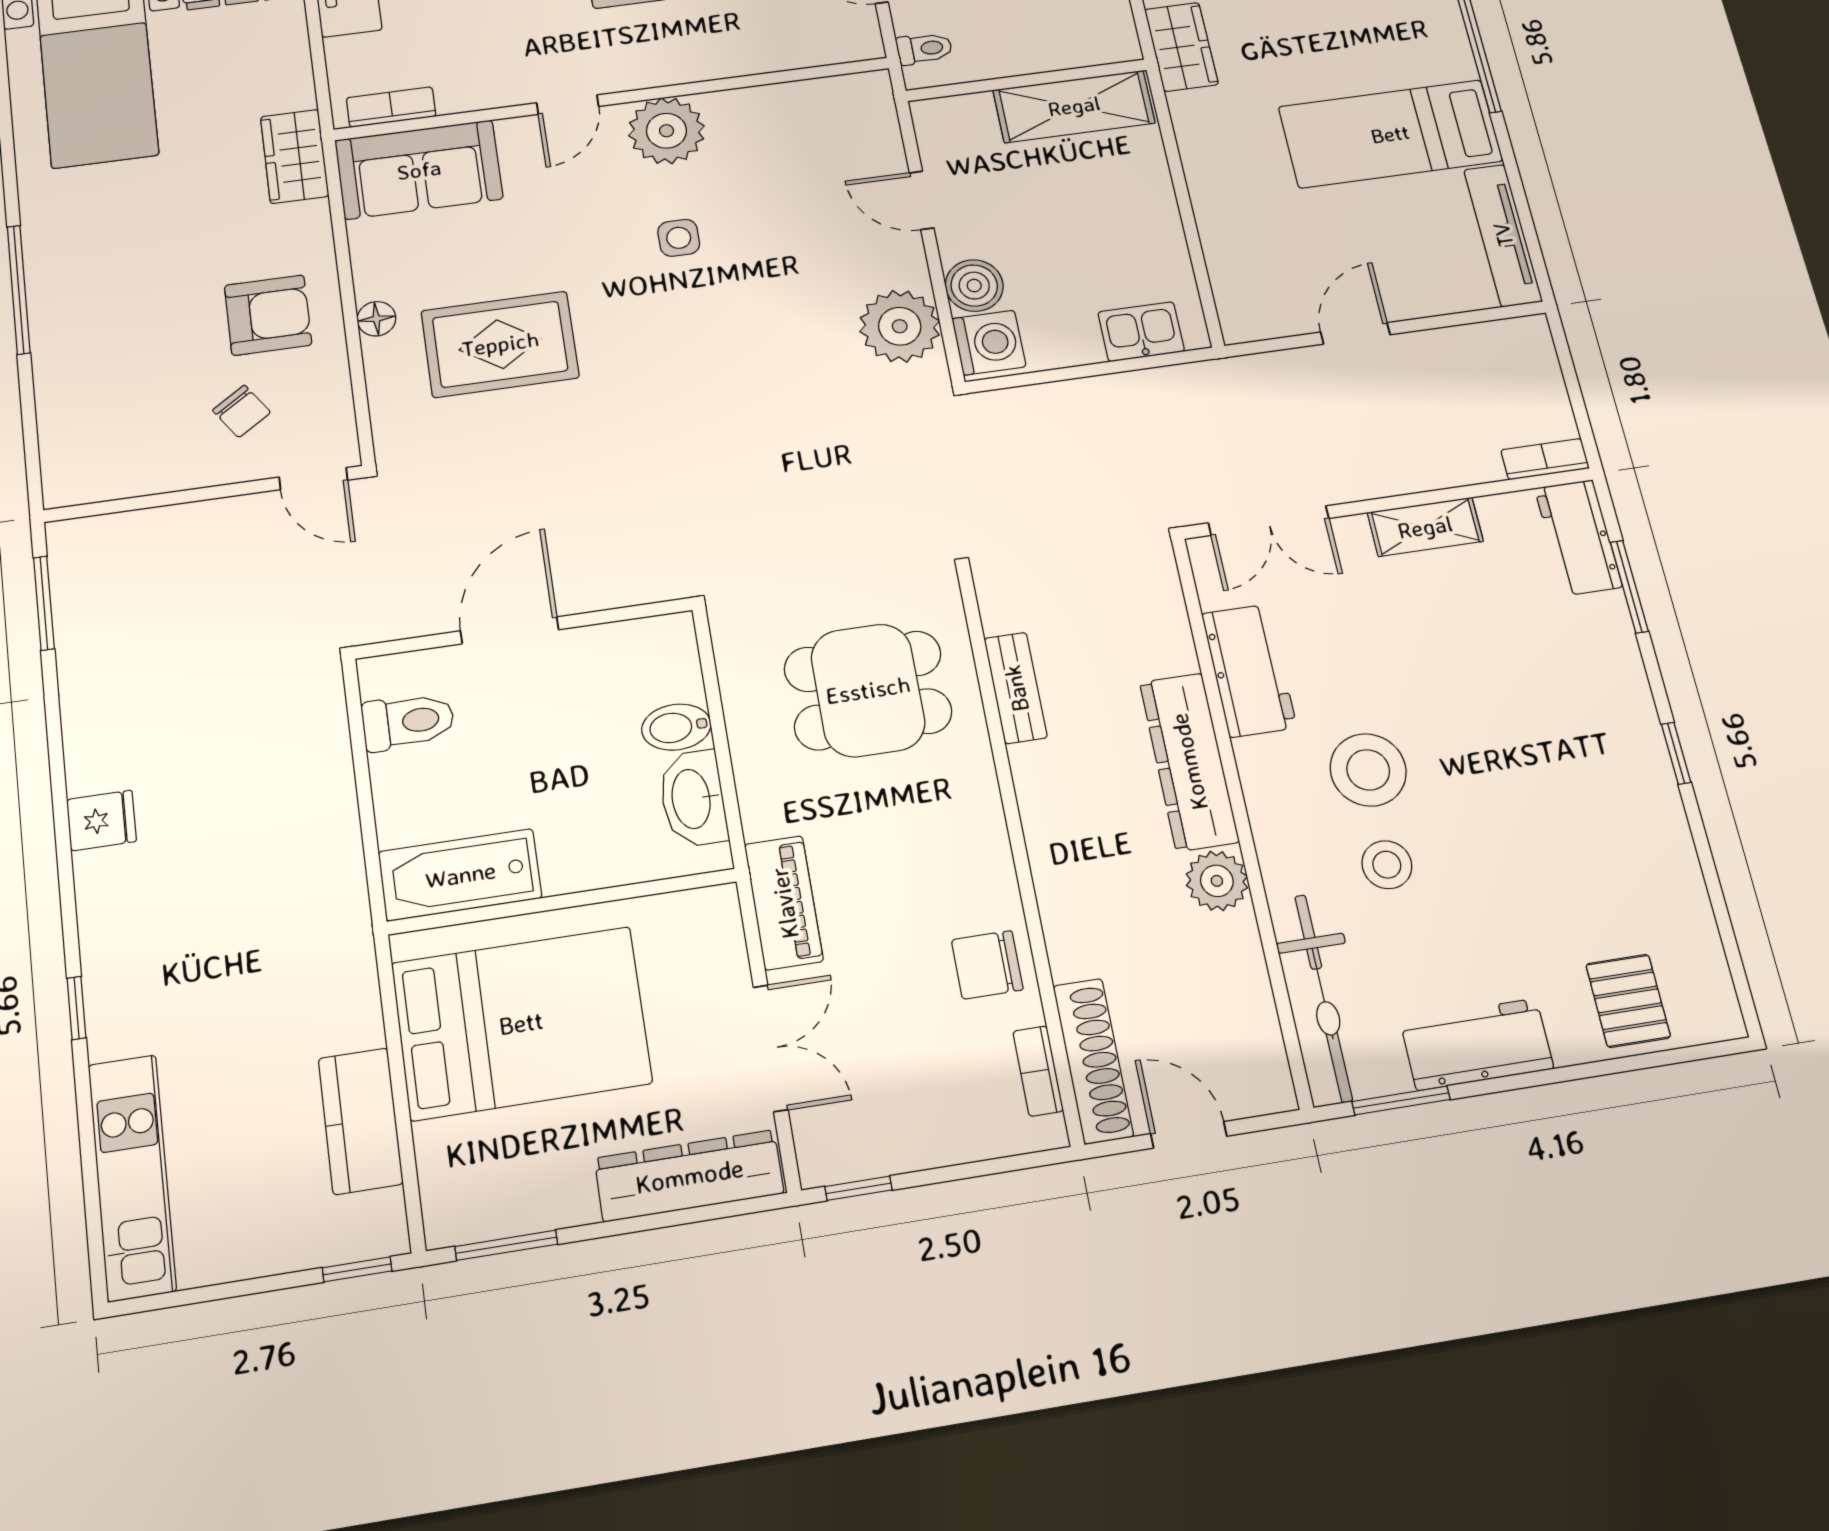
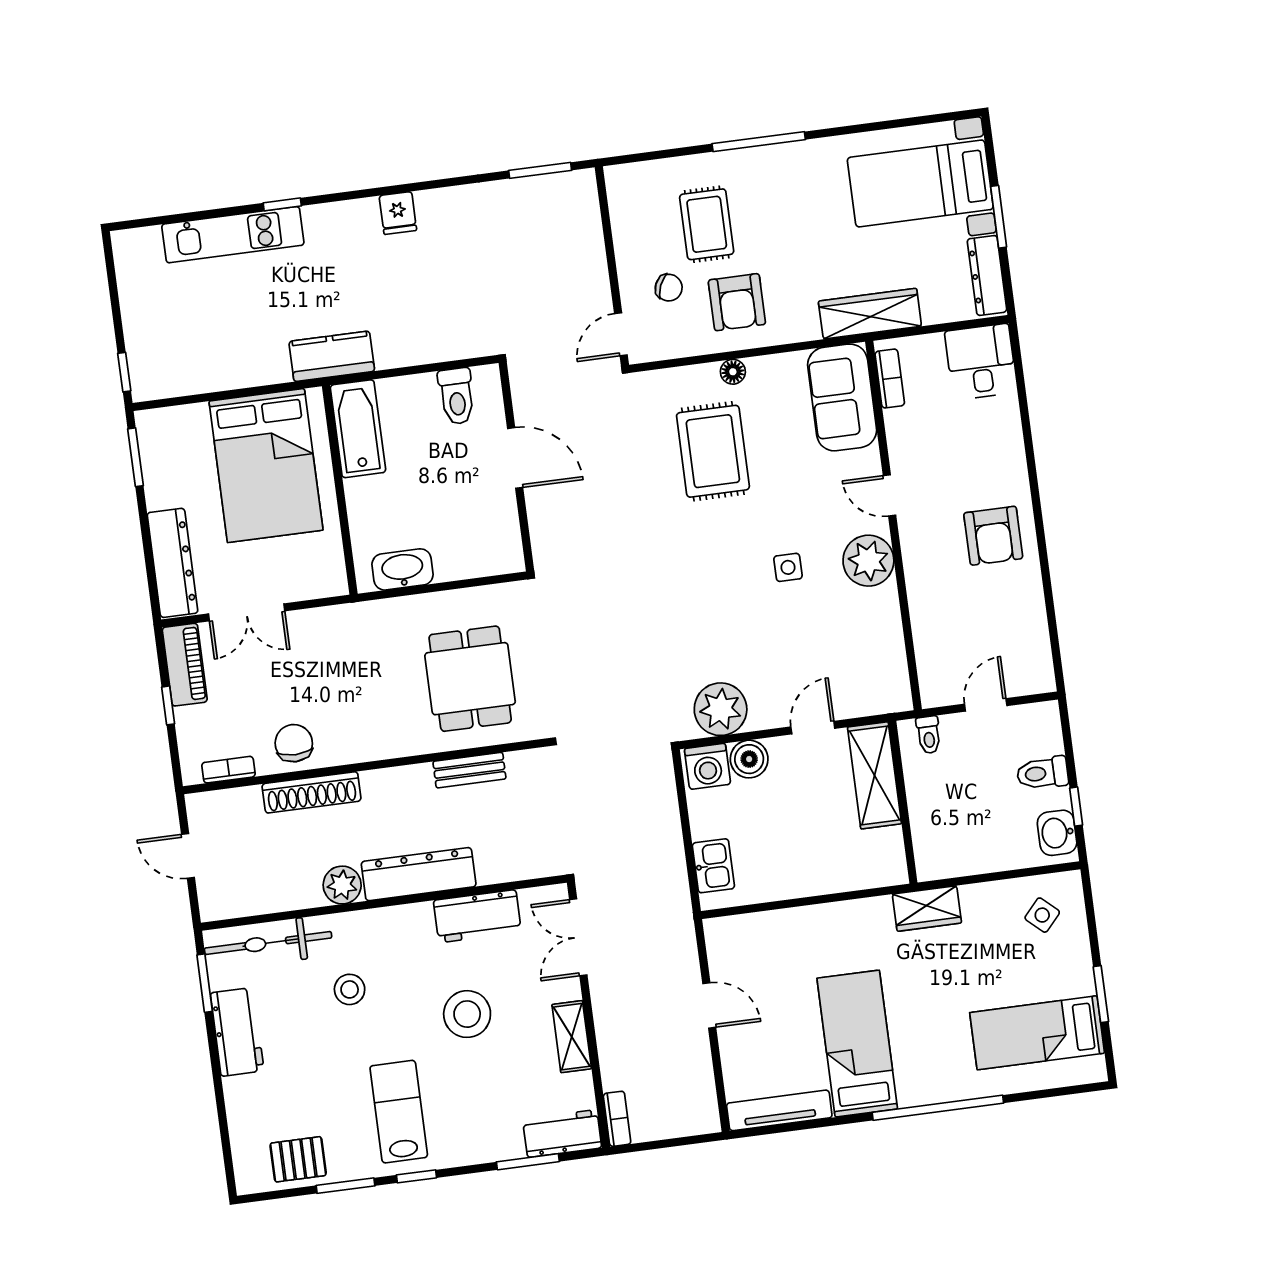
shelving: (1074, 106) -> (874, 775), moved
wardrobe: (295, 156) -> (870, 314), width x1.50
rug: (144, 360) -> (707, 224), added
chair: (242, 411) -> (669, 288), turned -123
bidet: (676, 727) -> (449, 560), removed
stool: (1368, 770) -> (467, 1014), moved
lab bench: (1576, 783) -> (399, 1112), added
window: (1707, 863) -> (345, 1186), added
piano: (784, 903) -> (185, 665), moved, turned -90
pallet: (1628, 1001) -> (298, 1159), moved
shoe rack: (1093, 1061) -> (312, 792), moved
kitchen counter: (361, 1121) -> (332, 356), moved
door: (1189, 1135) -> (188, 856), swing flipped
kitchen unit: (132, 1177) -> (233, 235), moved
window: (859, 1188) -> (168, 705), moved

